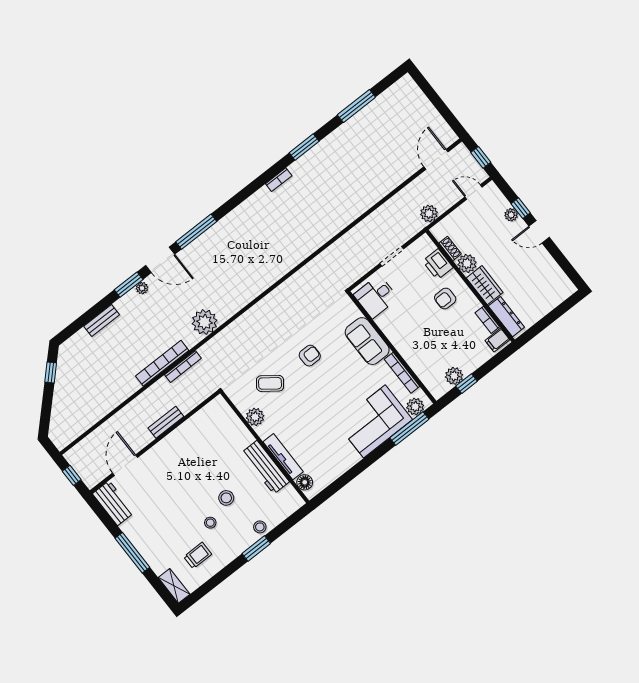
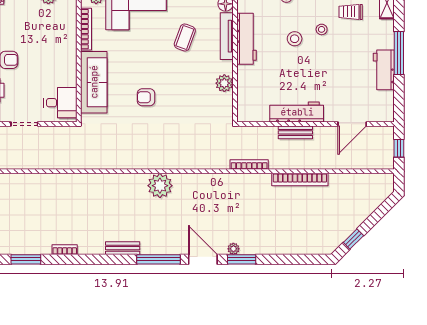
bench: (102, 321) -> (123, 248), moved
plant: (204, 322) -> (160, 186), moved
sofa: (367, 341) -> (94, 82), width x1.36
bookcase: (162, 363) -> (300, 180), moved
coffee table: (270, 383) -> (185, 37), moved, turned 73
workbench: (178, 440) -> (297, 112), added
workbench: (113, 503) -> (384, 70), moved

